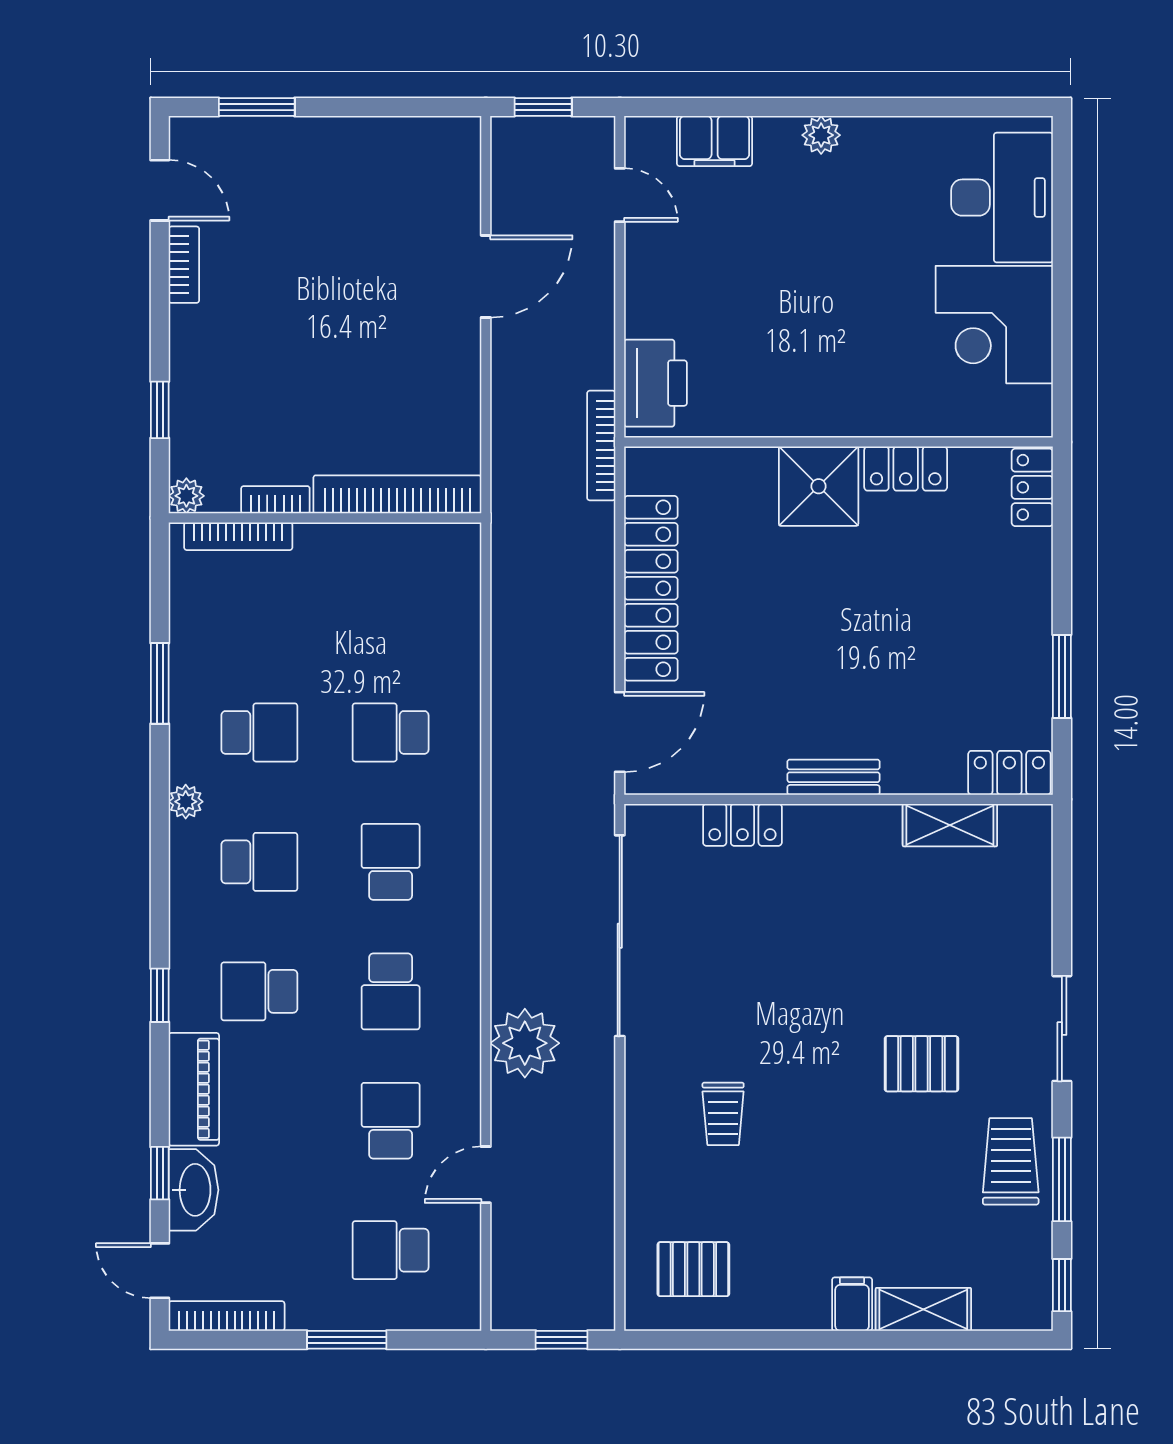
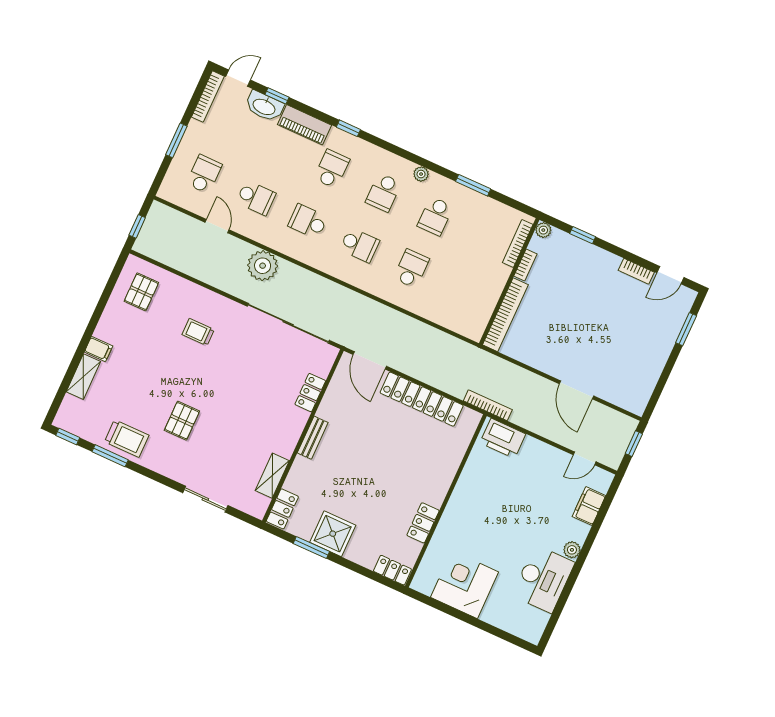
desk: (1002, 198) -> (543, 579), moved, turned -90
shower: (819, 486) -> (333, 534), moved
sliding door: (1062, 1029) -> (205, 499), moved

